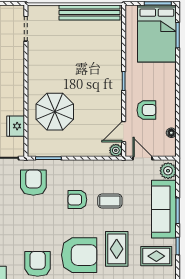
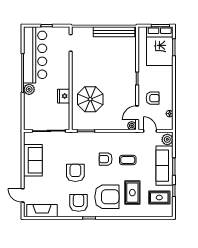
fridge: (16, 126) -> (64, 96), moved
armchair: (33, 183) -> (75, 173), moved

